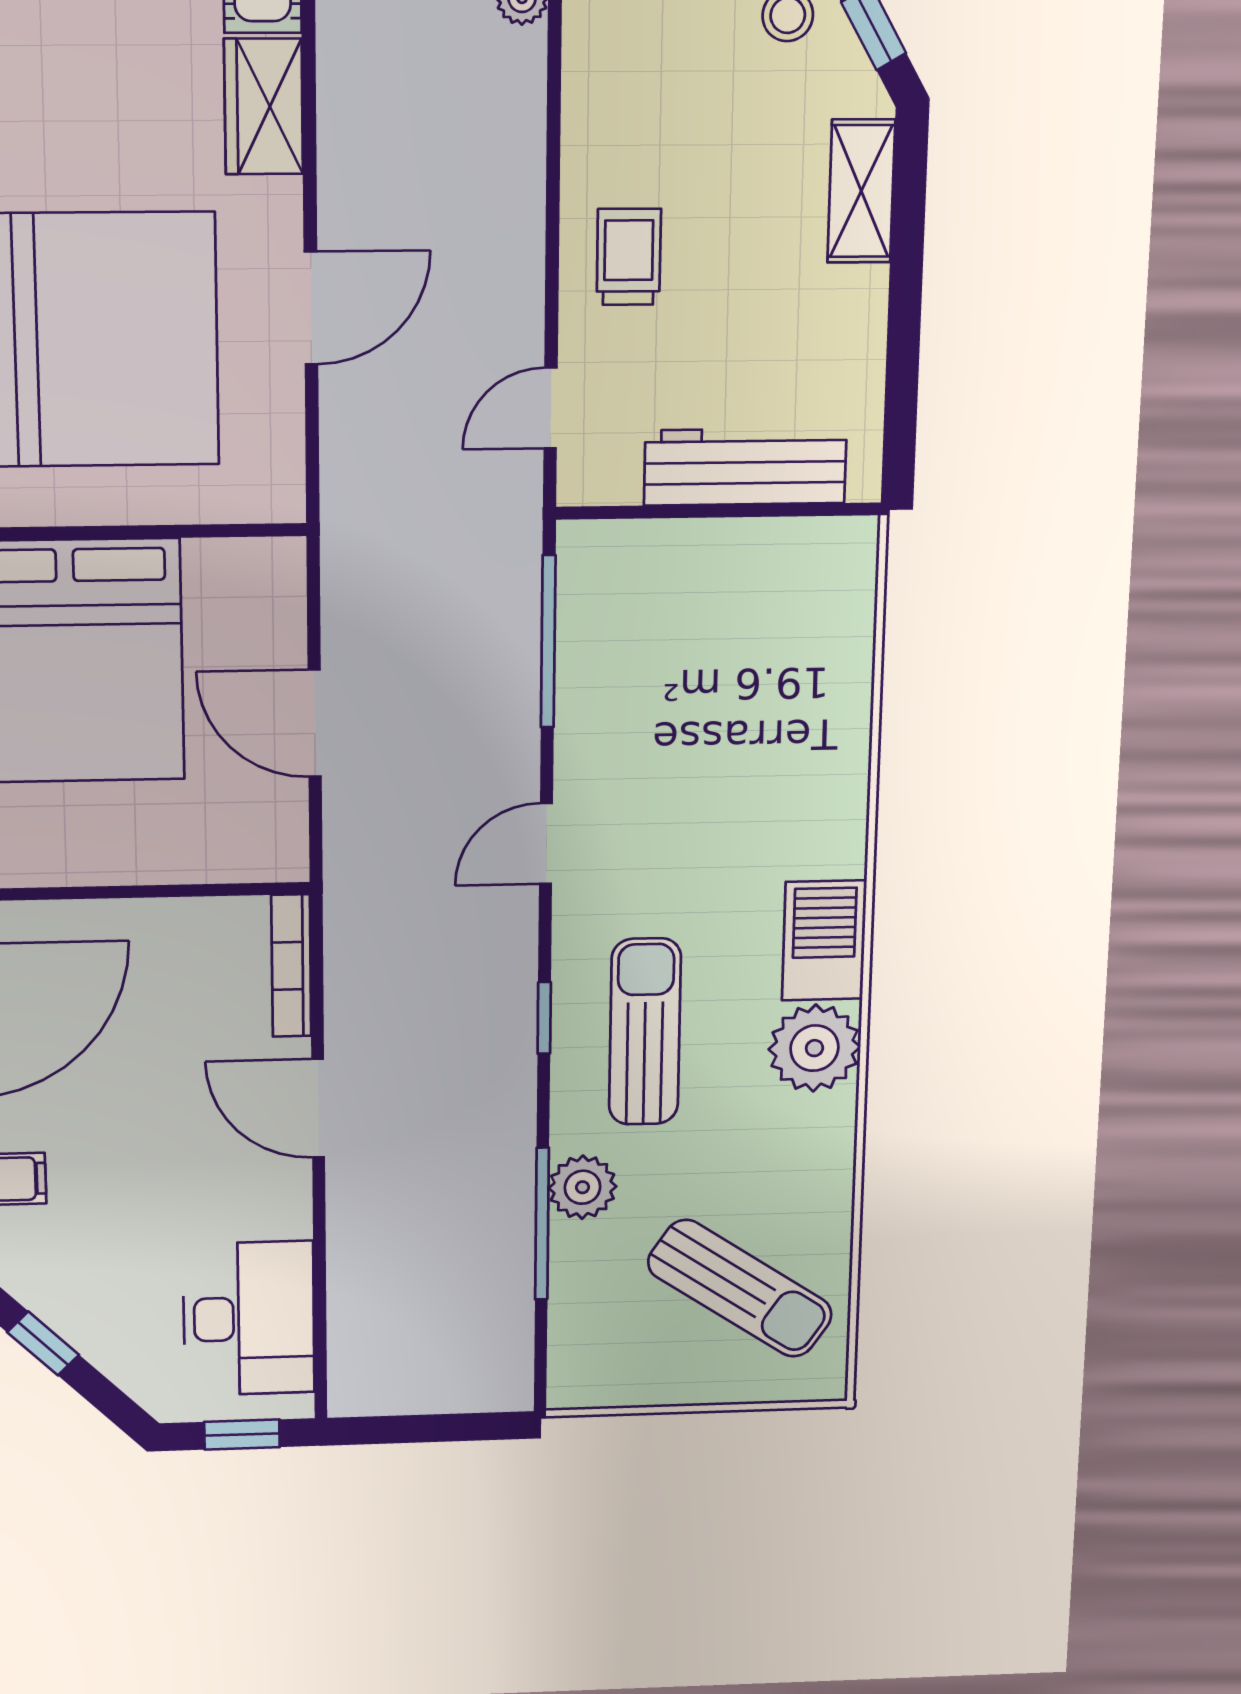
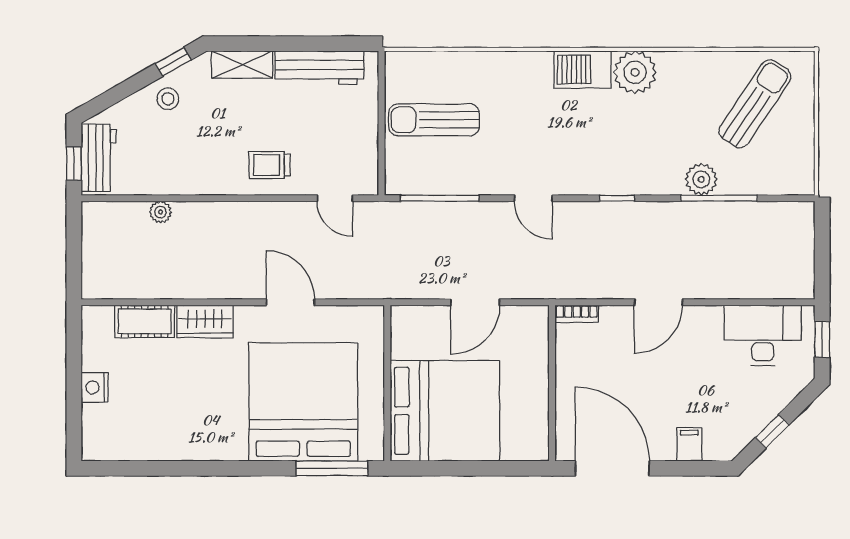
workbench: (745, 467) -> (320, 68), moved, turned -90
bookcase: (291, 966) -> (577, 314), width x0.64
sun lounger: (645, 1032) -> (434, 120), moved

